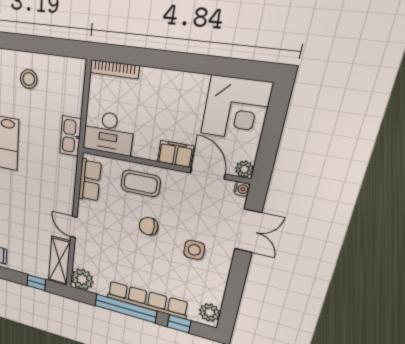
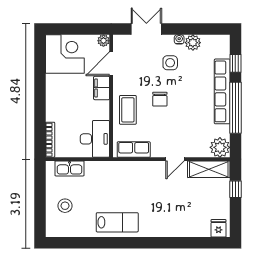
kitchen sink: (70, 136) -> (70, 168), moved
water cooler: (242, 189) -> (179, 39), moved
plant: (210, 312) -> (193, 43), moved

